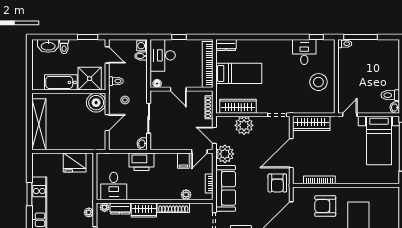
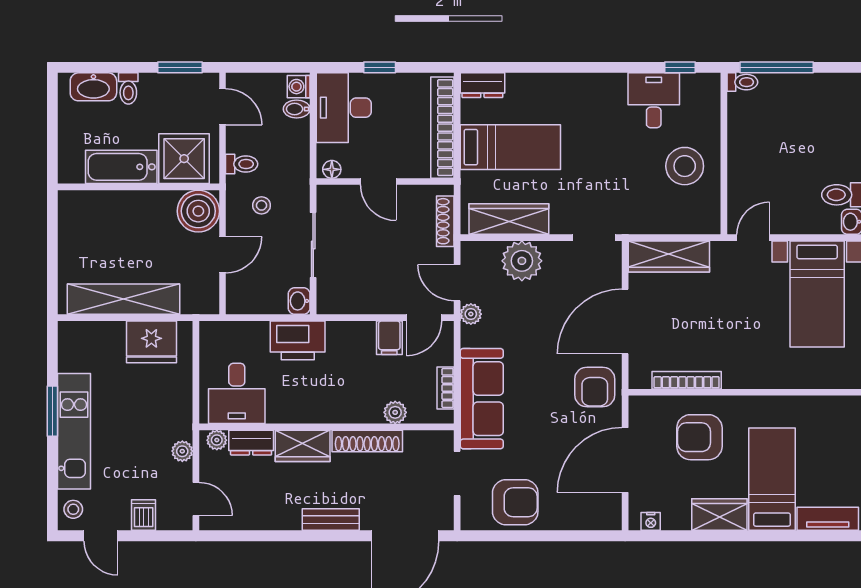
shelving: (39, 124) -> (123, 299), moved, turned 90
plant: (225, 154) -> (471, 314), width x0.53, depth x0.53

